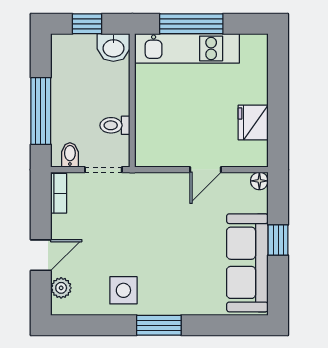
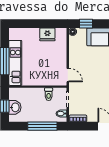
washbasin: (113, 48) -> (15, 107), moved
door: (206, 170) -> (68, 75), moved
window: (278, 240) -> (86, 24), moved

